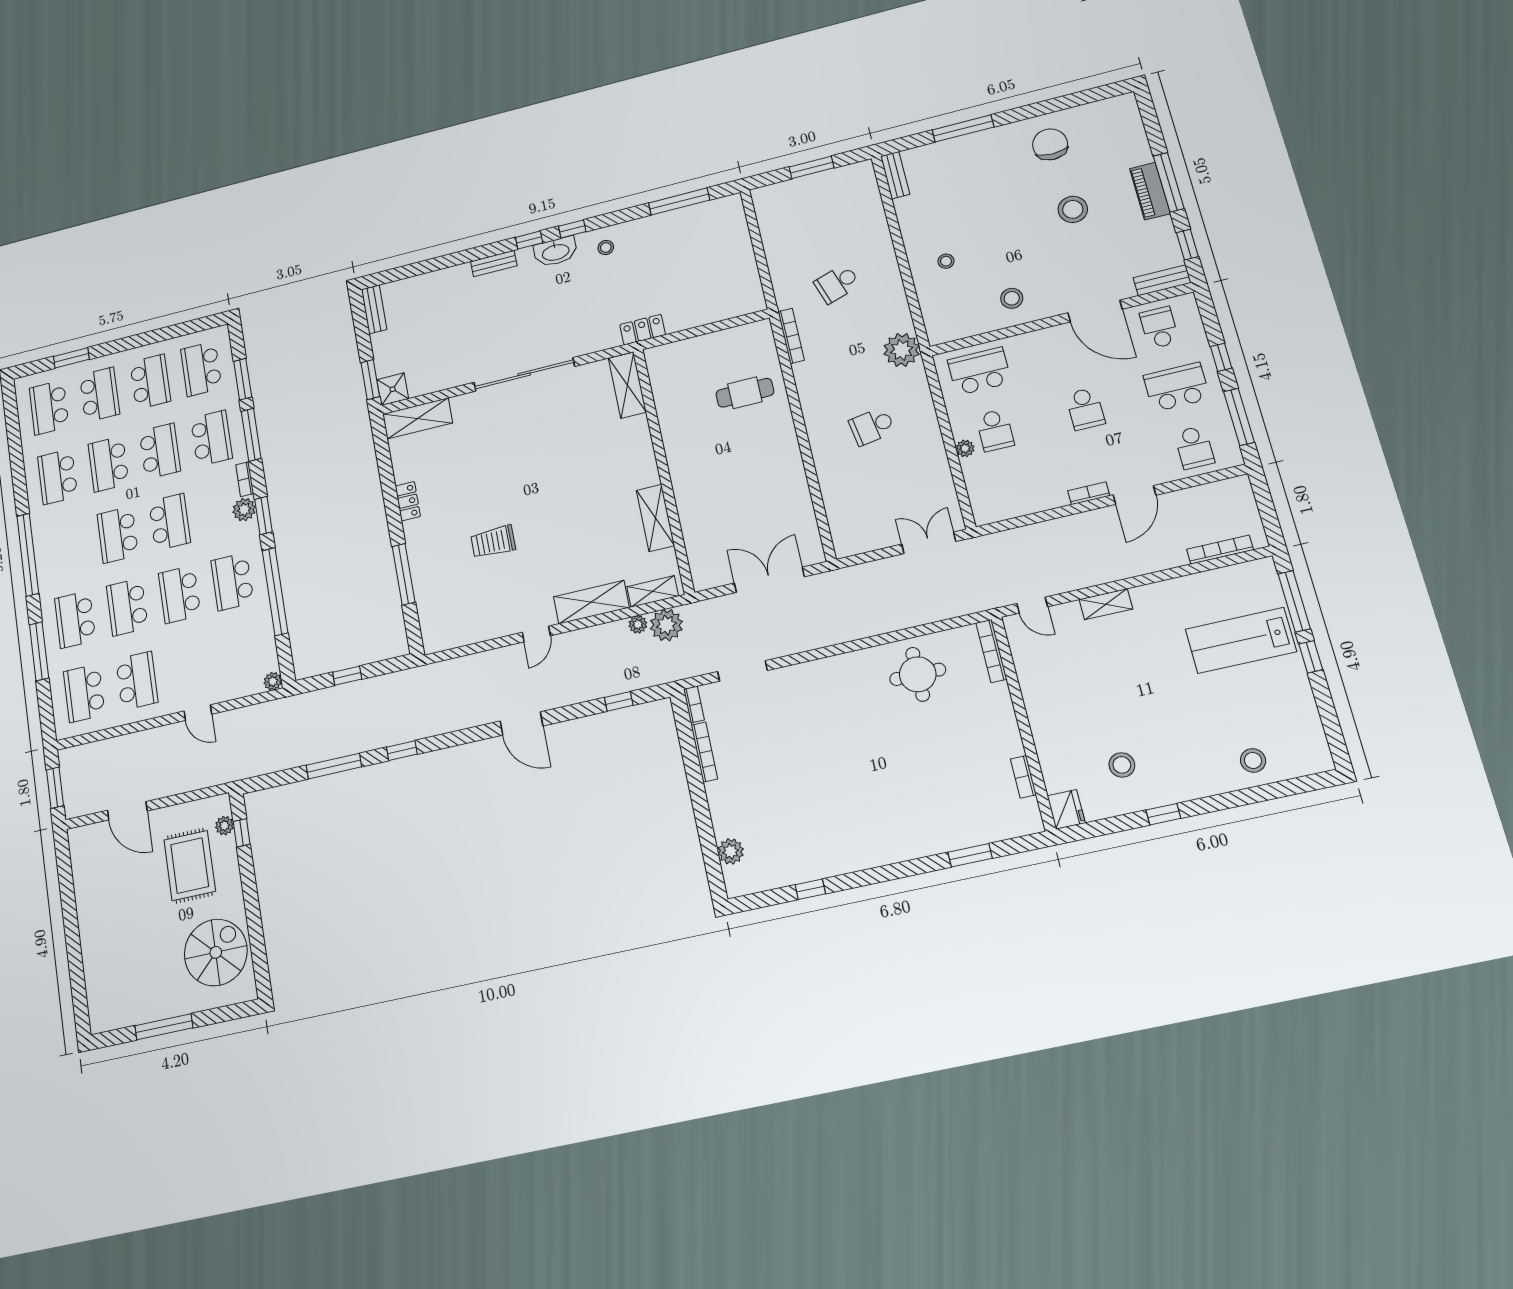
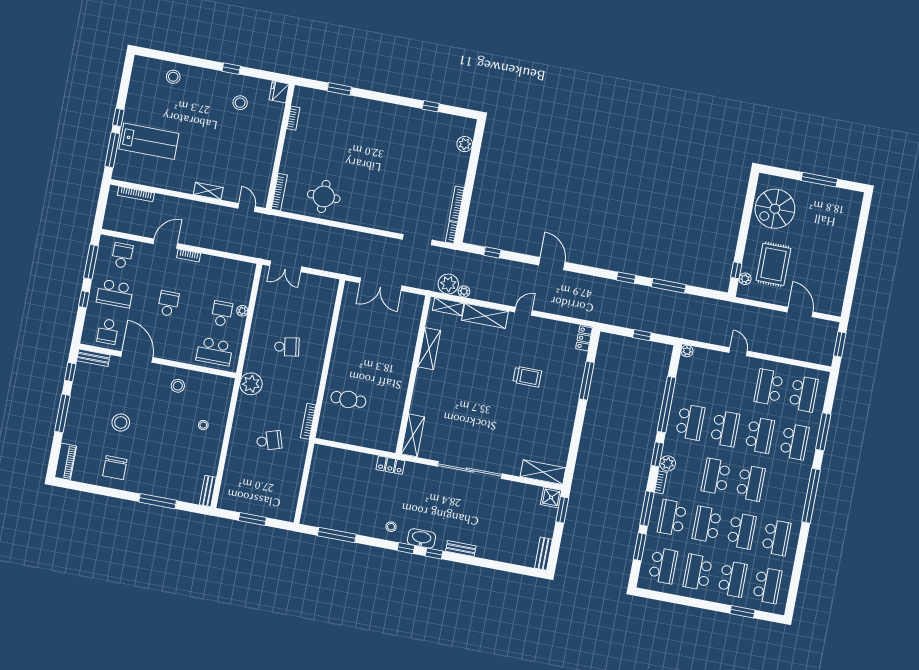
piano: (1150, 191) -> (66, 462), moved
school desk: (99, 395) -> (733, 579), turned 180
locker: (408, 501) -> (584, 338), moved

